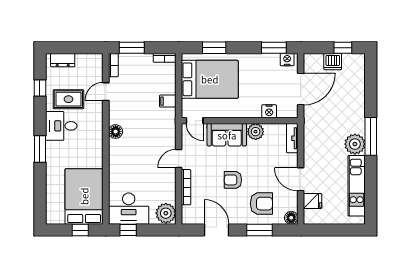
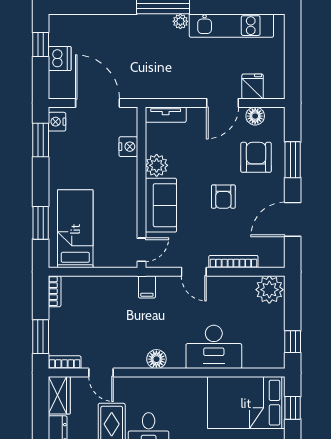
wardrobe: (89, 61) -> (59, 395), added
bed: (210, 79) -> (75, 229), width x0.67
filing cabinet: (168, 101) -> (147, 287), moved
plant: (355, 144) -> (180, 21), width x0.53, depth x0.53
desk: (129, 209) -> (214, 347), moved, turned 90
floor lamp: (291, 218) -> (255, 116), moved

